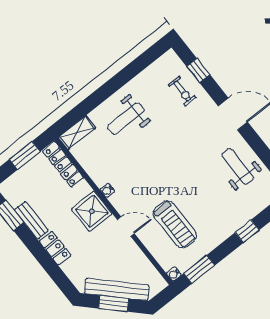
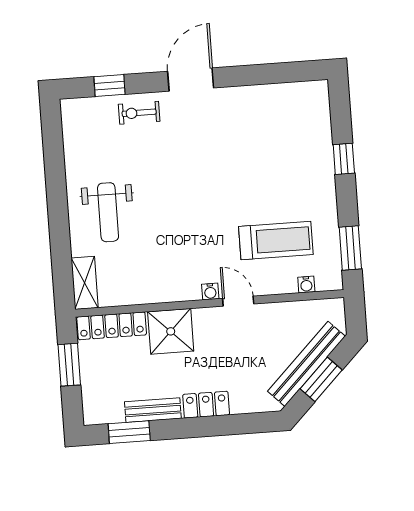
exercise bike: (182, 91) -> (139, 113), moved, turned 180
weight bench: (238, 166) -> (258, 117), removed
water cooler: (107, 190) -> (210, 292), moved
shower: (92, 211) -> (171, 331), moved
door: (126, 226) -> (238, 301), hinge flipped
water cooler: (174, 274) -> (306, 285), moved

